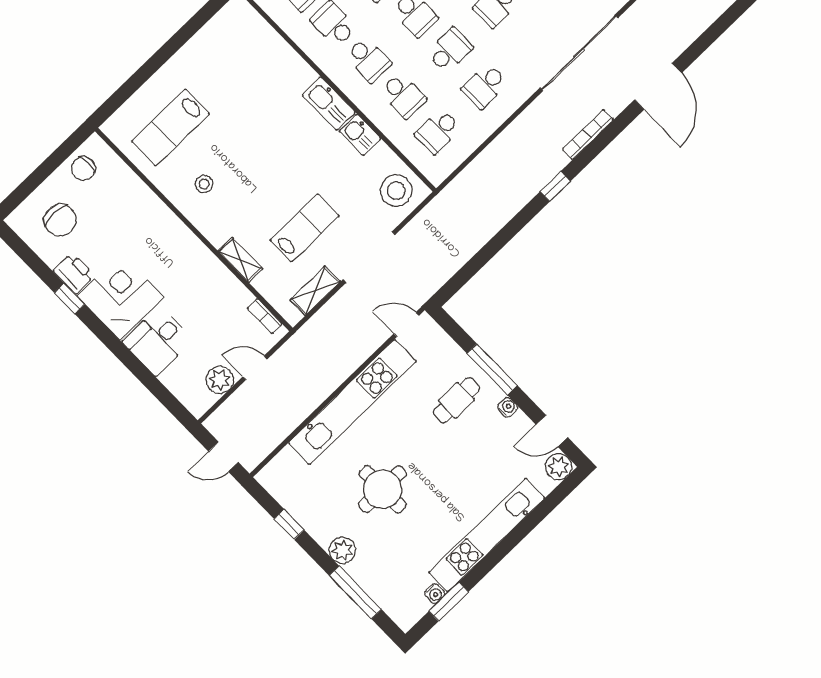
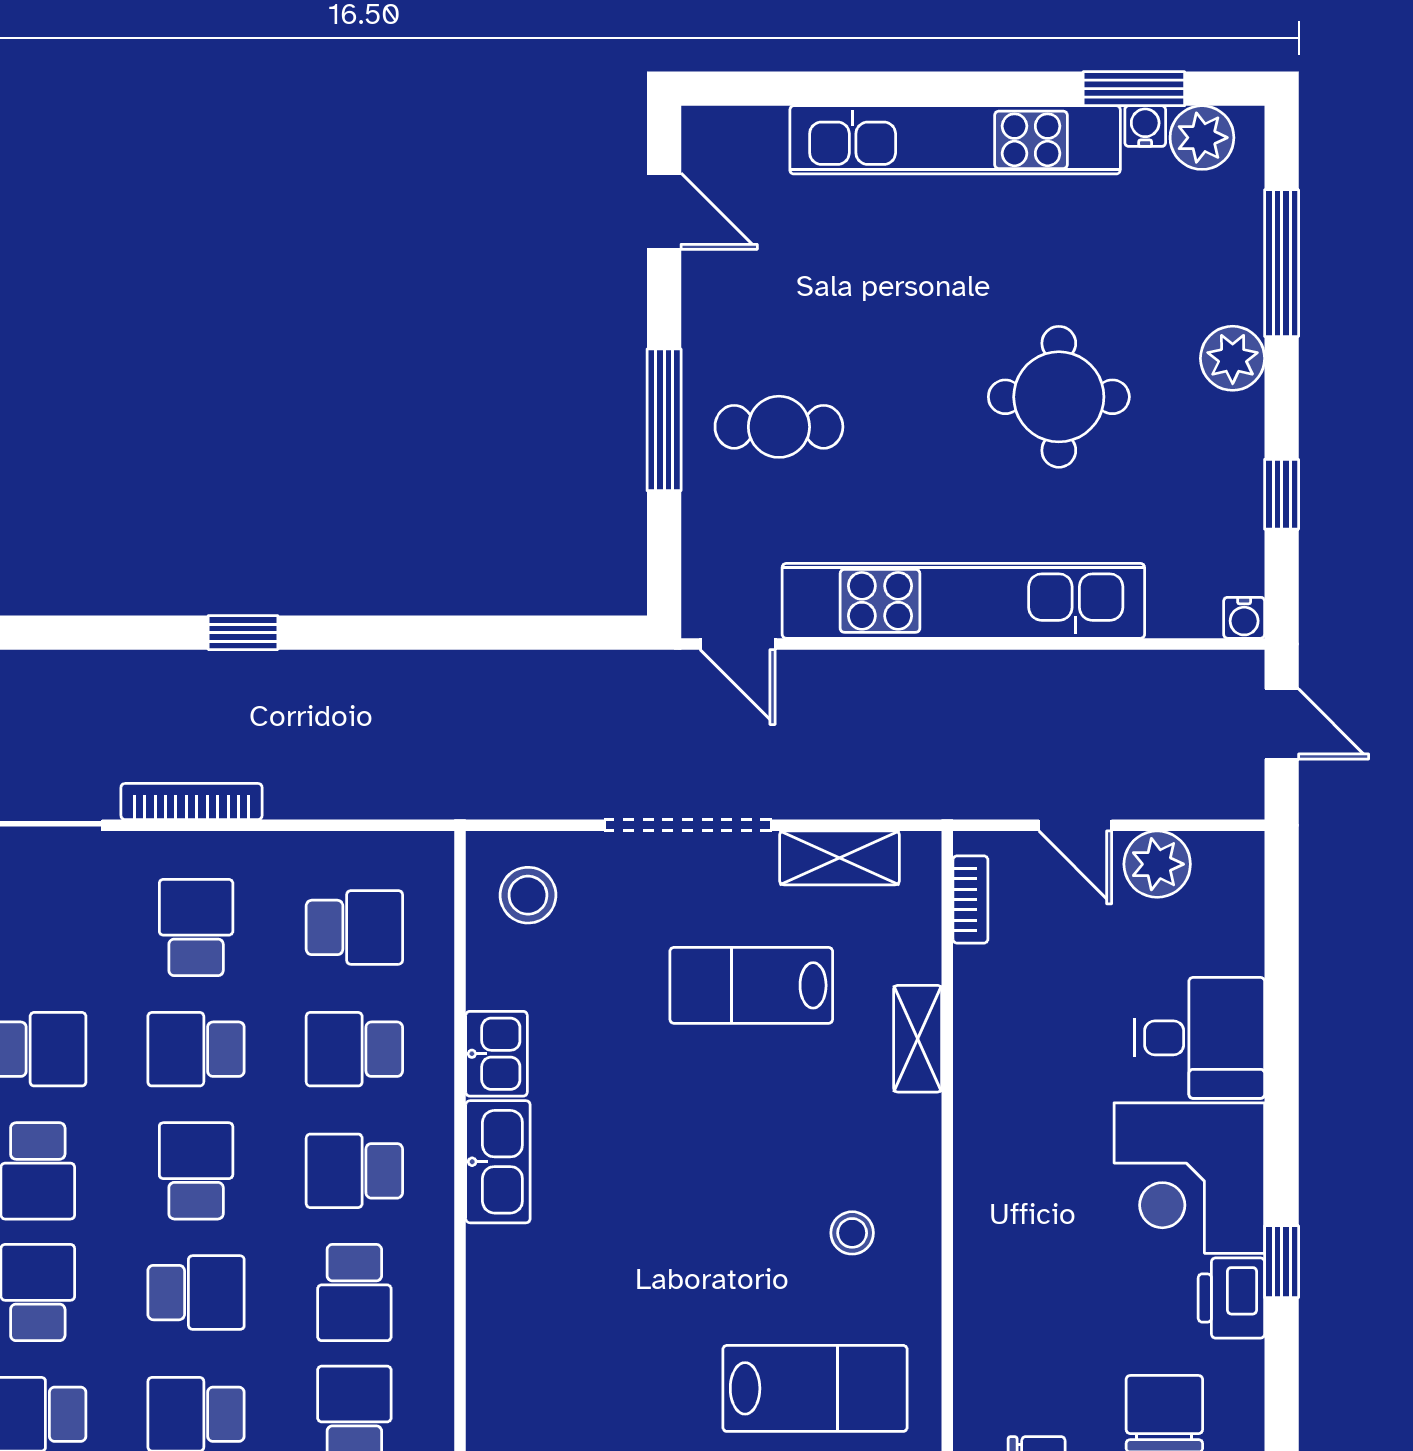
school desk: (368, 60) -> (354, 1171), turned -90
school desk: (485, 86) -> (196, 927), turned -90
school desk: (403, 96) -> (354, 1049), turned -90
bookcase: (588, 134) -> (192, 802), moved, turned 180
stool: (396, 191) -> (528, 895), width x0.73, depth x0.73
water cooler: (508, 407) -> (1244, 618), moved, turned -90
plant: (559, 467) -> (1202, 138), moved

